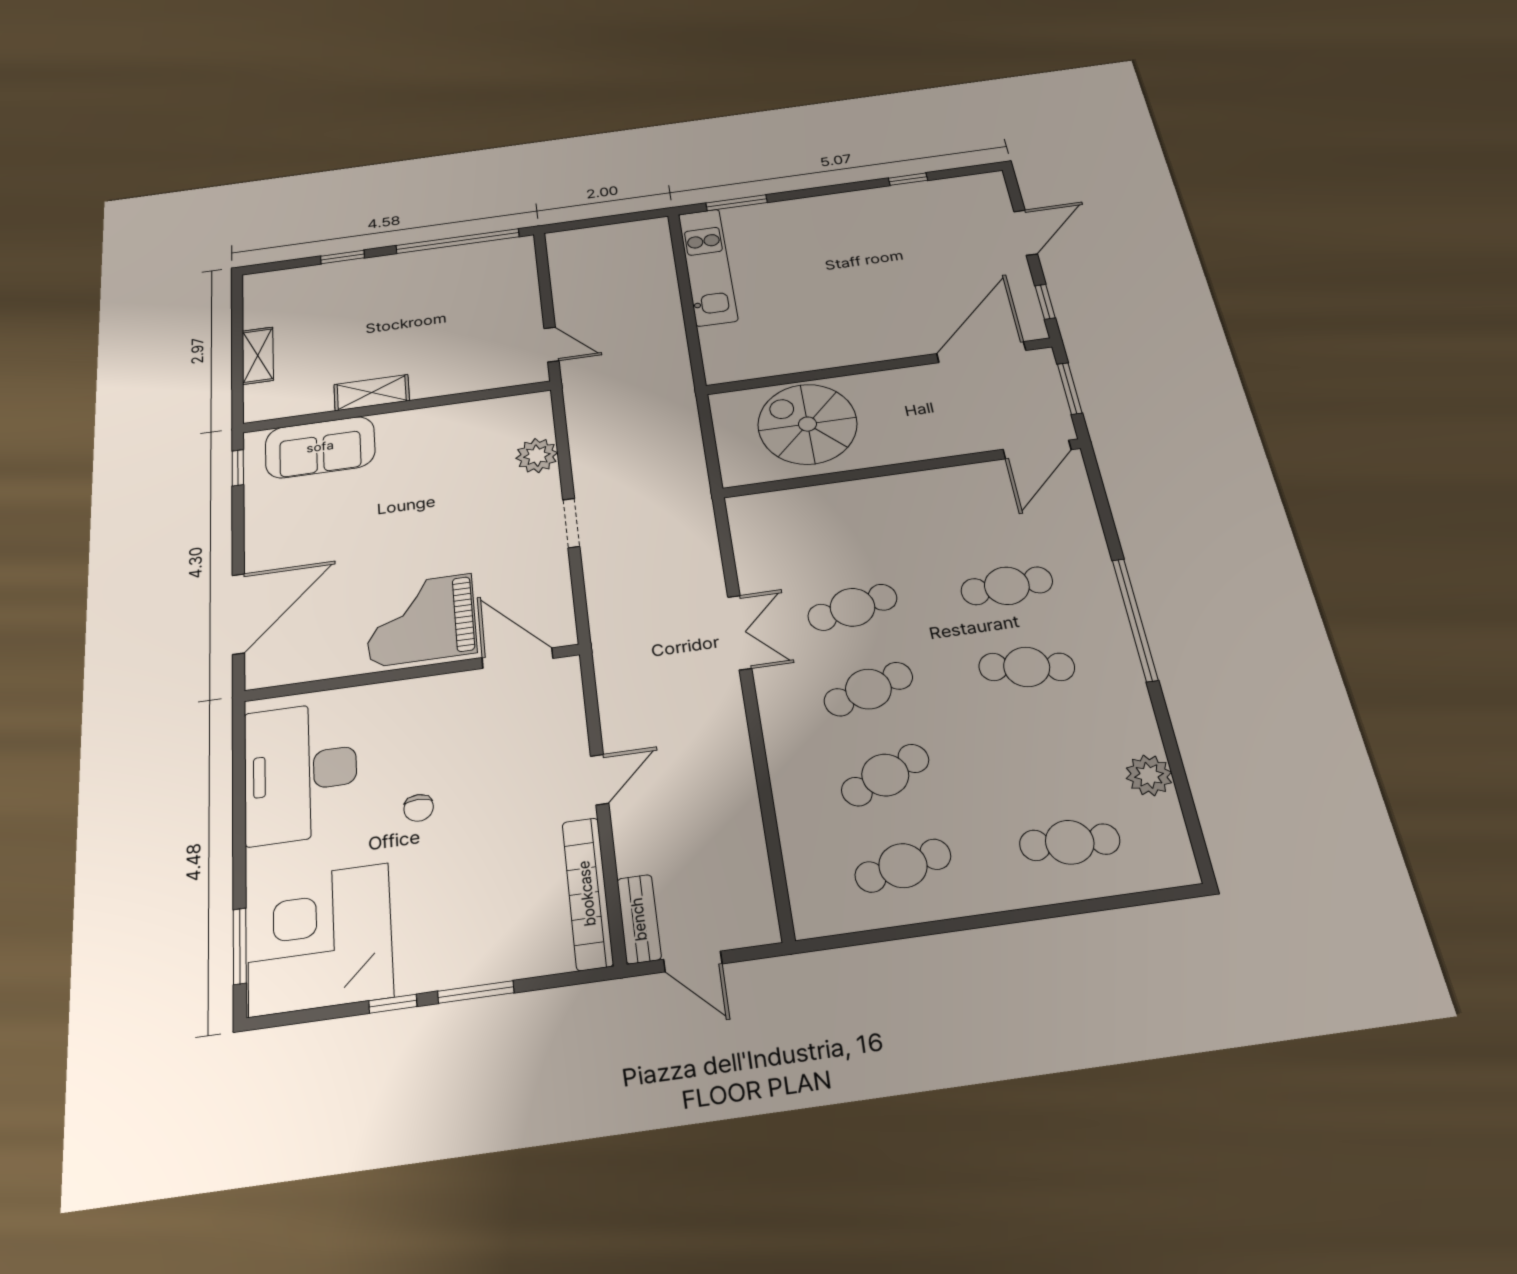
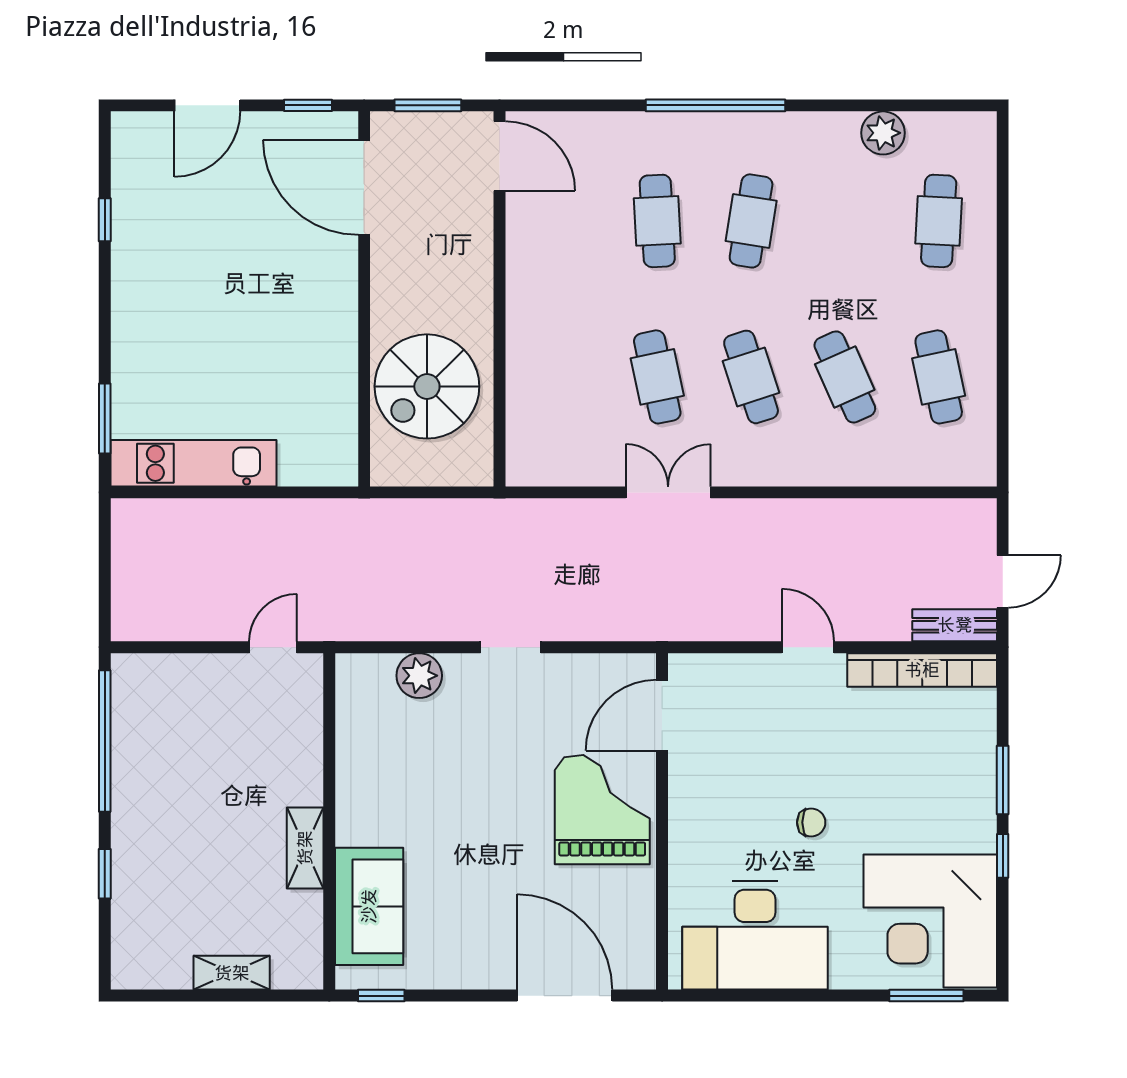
door: (1026, 233) -> (207, 105), swing flipped
grand piano: (421, 620) -> (602, 810), turned 180

